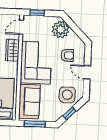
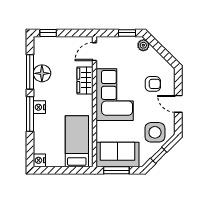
window: (37, 13) -> (127, 33), moved
plant: (61, 30) -> (143, 45), width x0.53, depth x0.53
sofa: (29, 102) -> (118, 154), moved, turned -90

